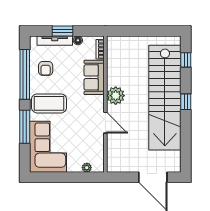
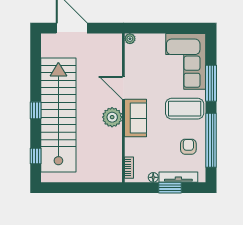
sofa: (94, 77) -> (136, 118), moved
plant: (87, 168) -> (130, 39), moved

